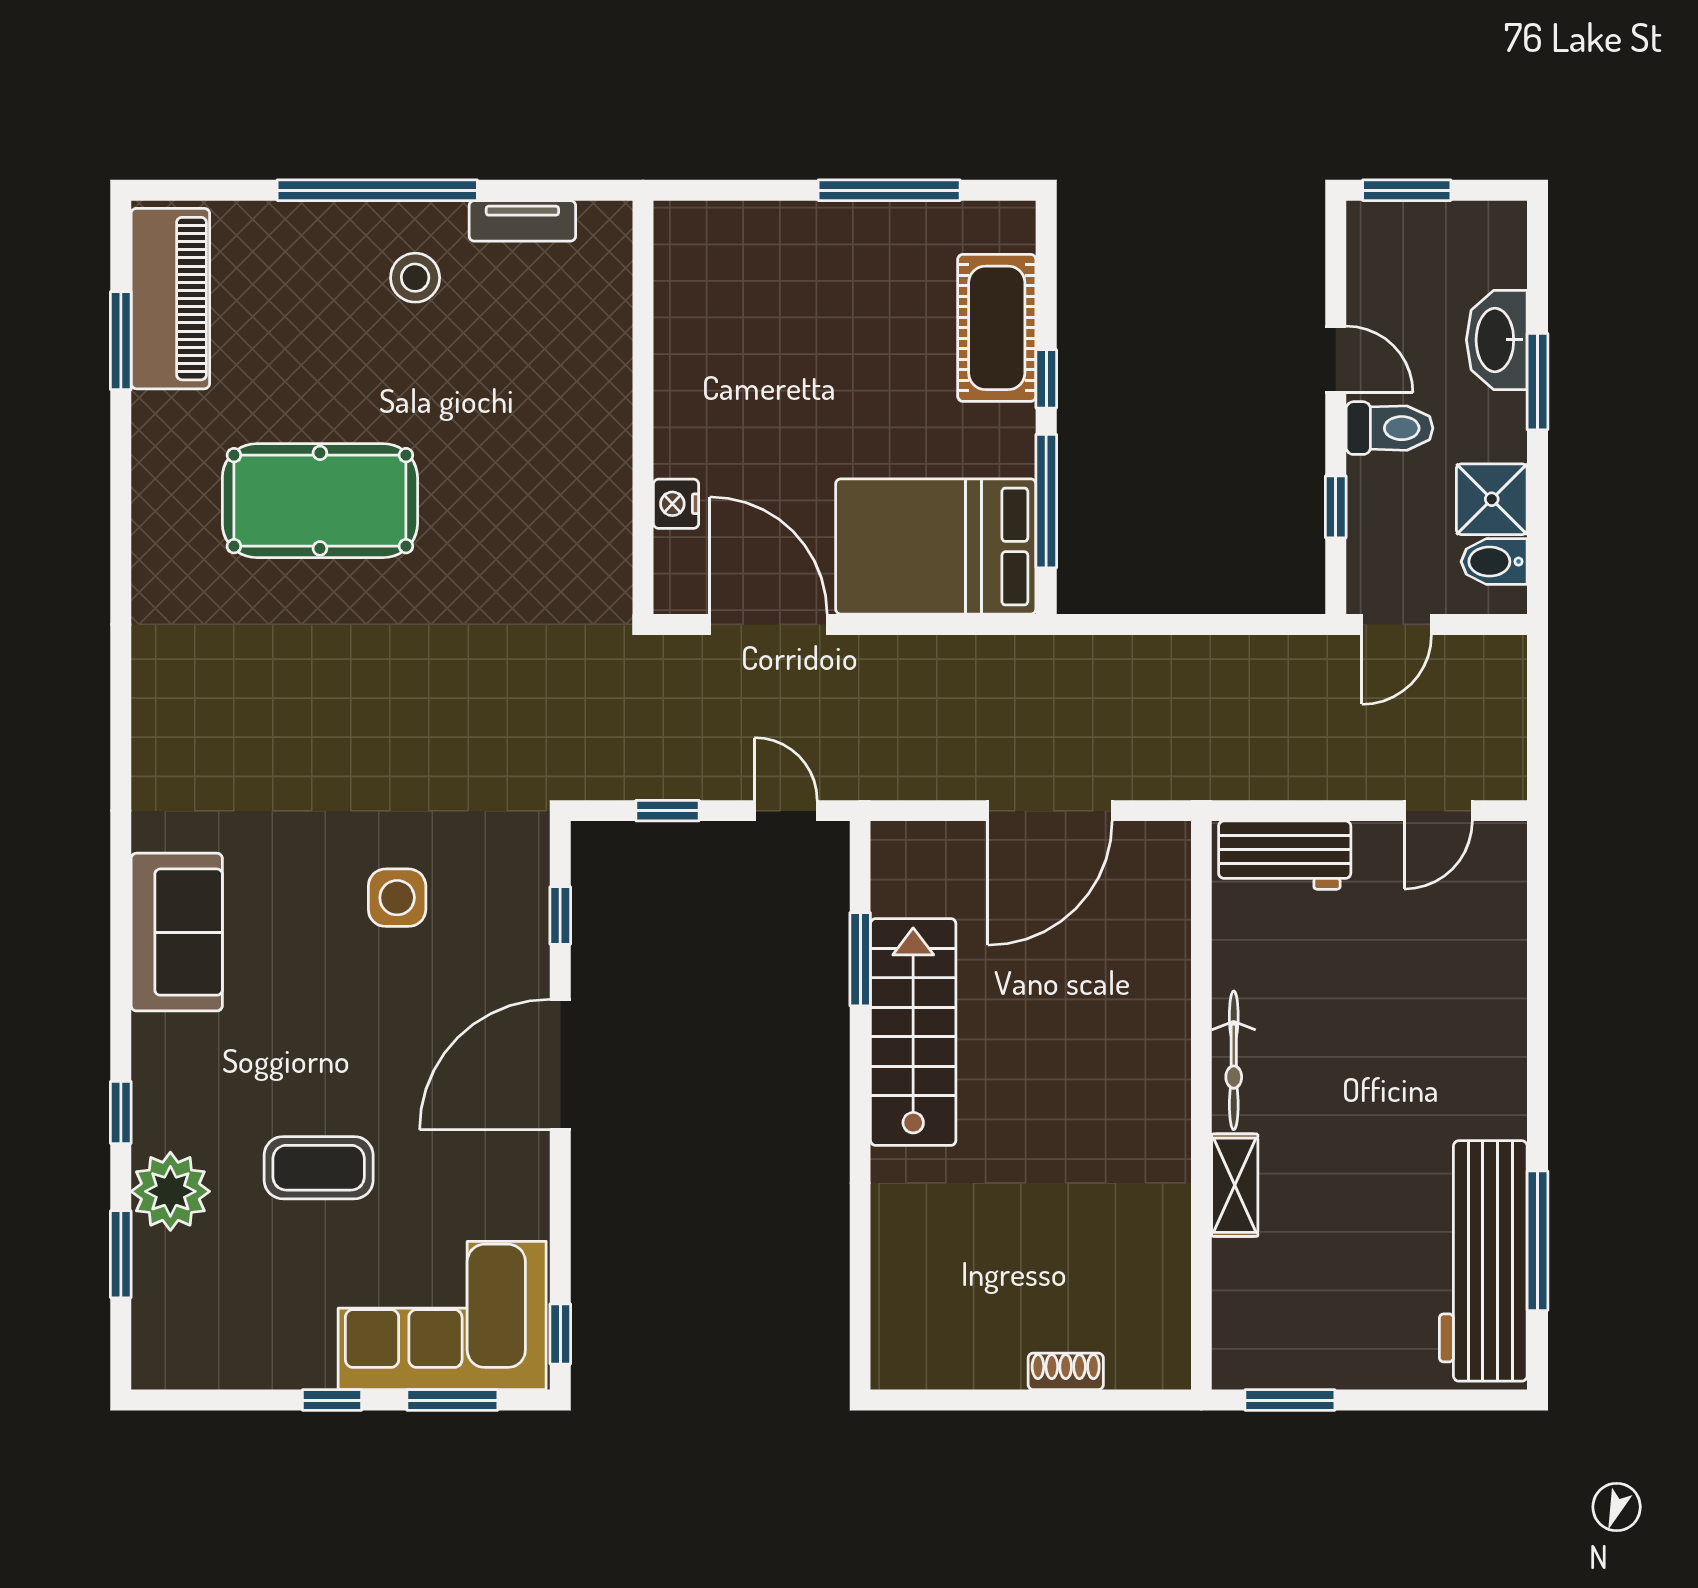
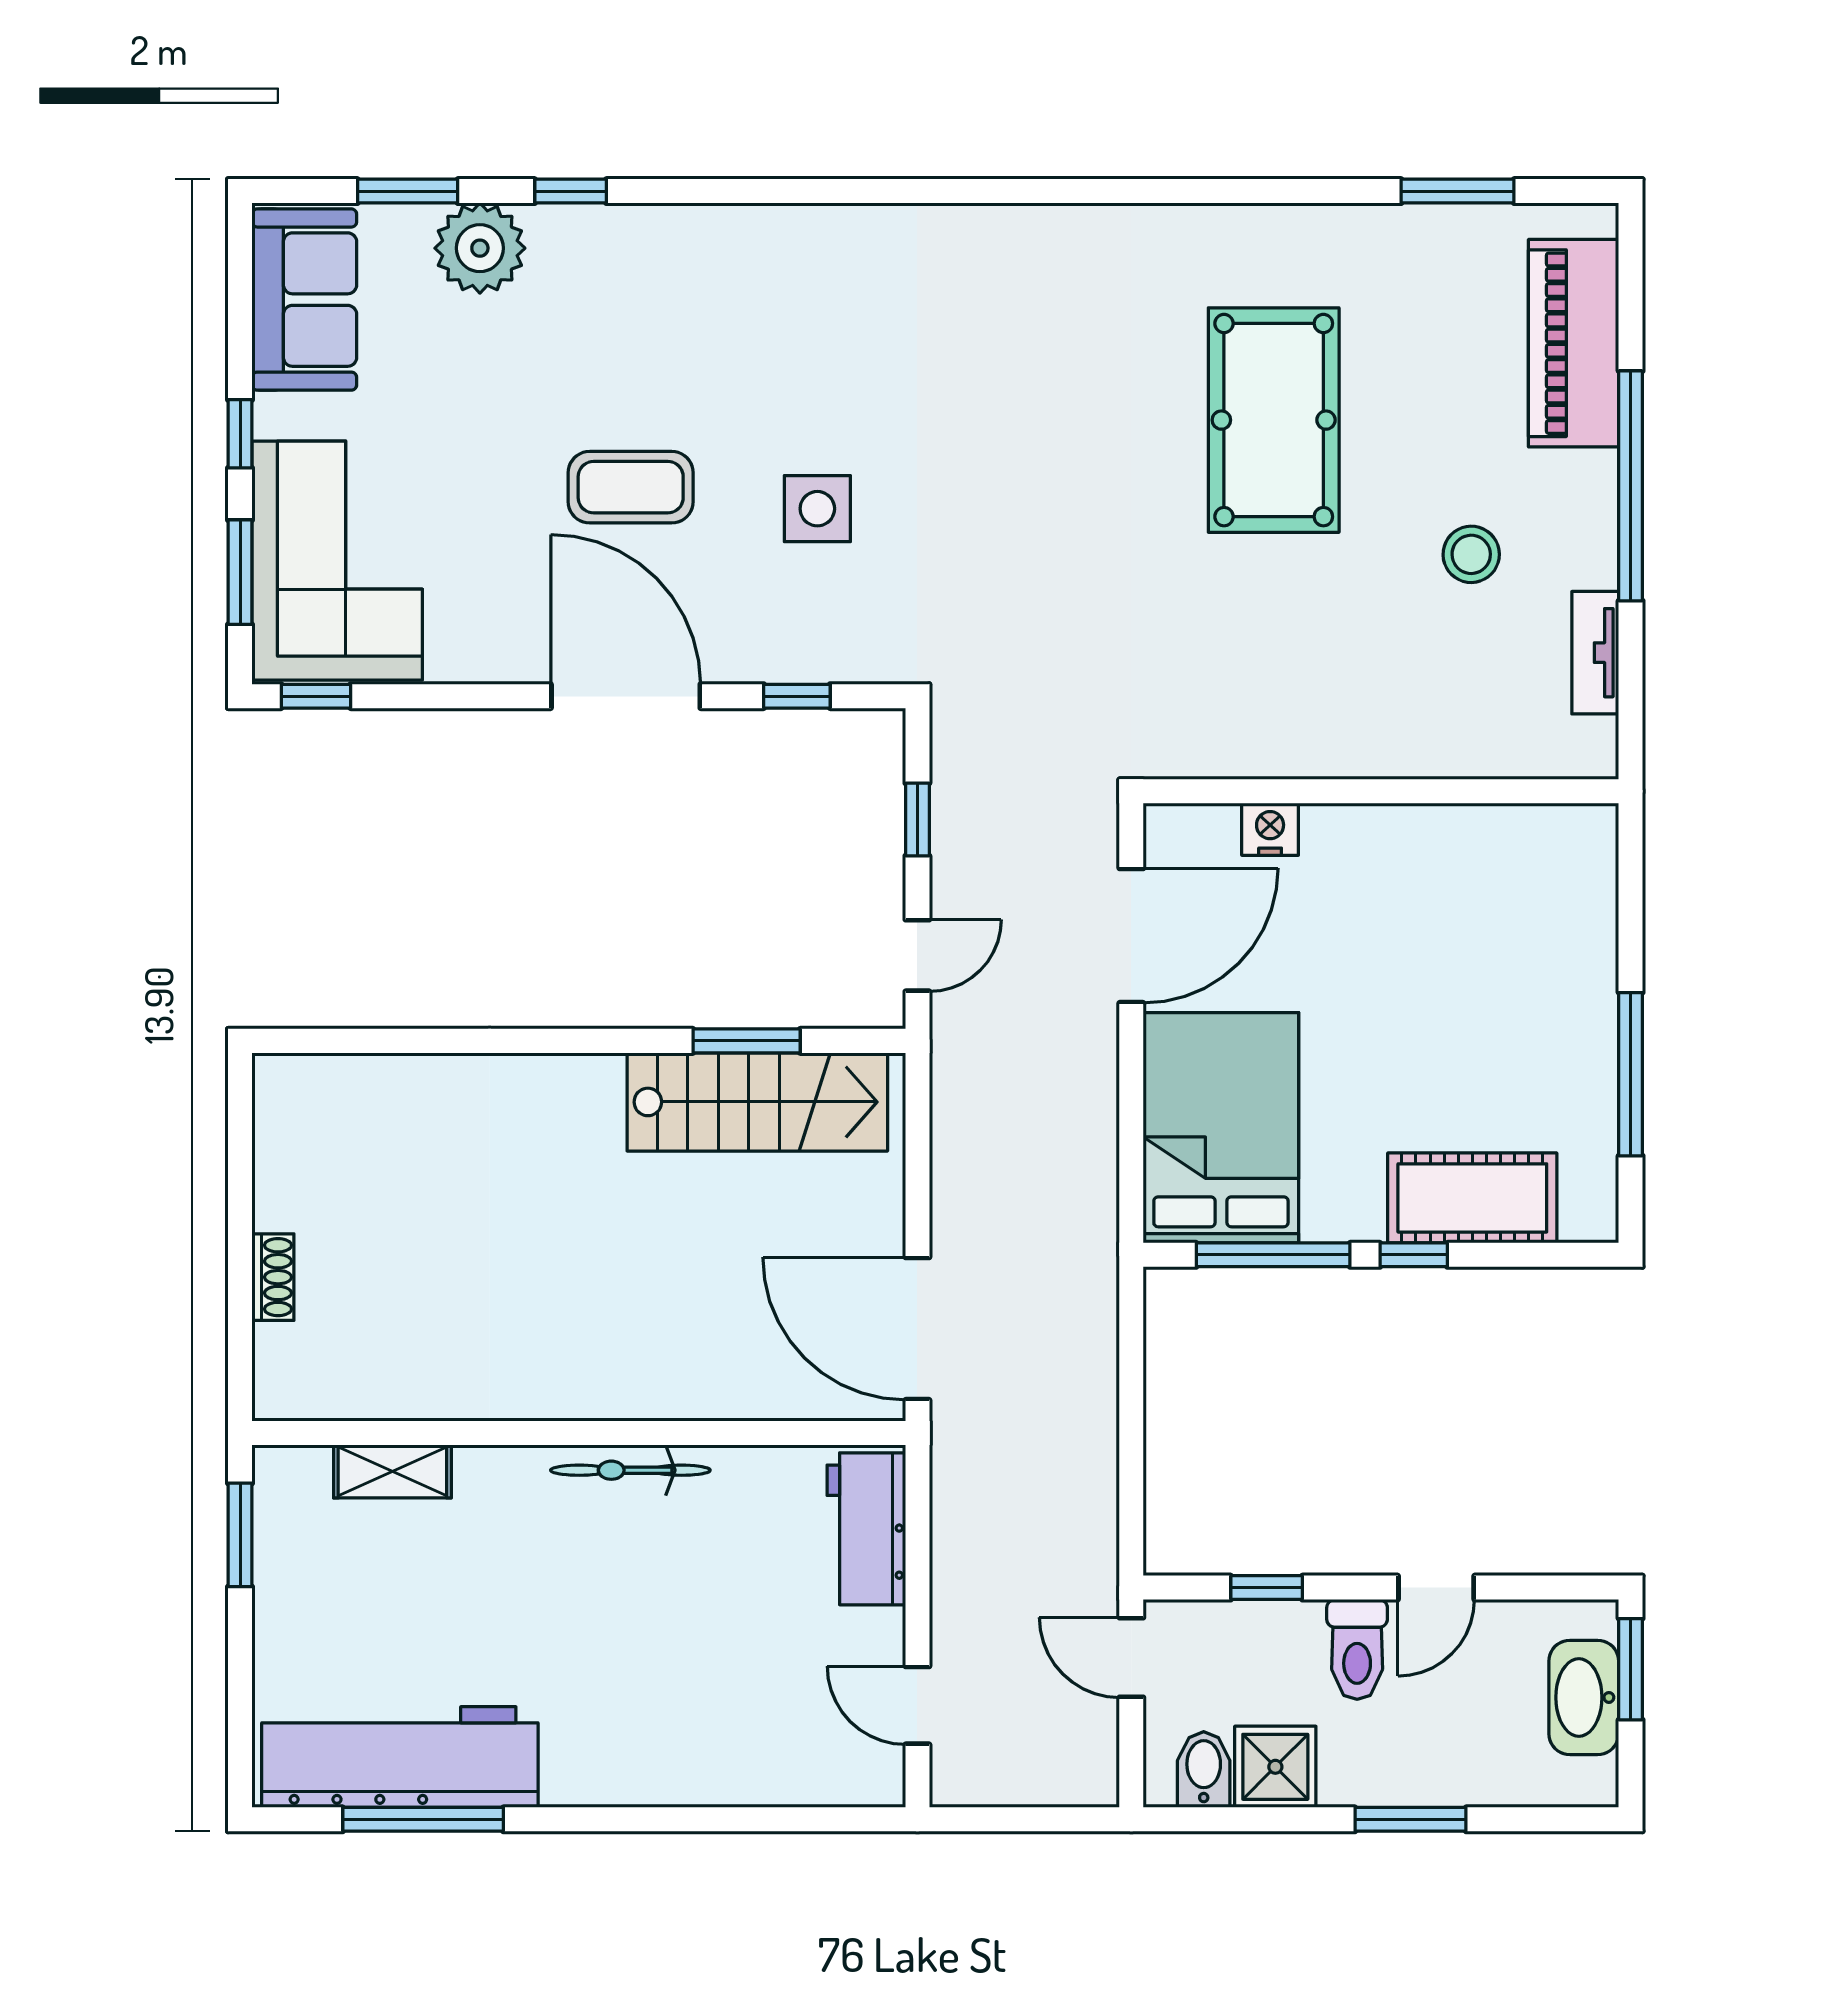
stool: (415, 278) -> (1471, 554), moved
piano: (170, 299) -> (1574, 343), moved, turned 90
washbasin: (1497, 340) -> (1584, 1697), moved, turned -90
door: (1050, 811) -> (917, 1329), moved
sofa: (177, 932) -> (304, 300), moved, turned -90
stairs: (913, 1032) -> (757, 1102), moved
coffee table: (319, 1168) -> (631, 487), moved, turned 90
shelving: (1235, 1185) -> (392, 1471), moved

